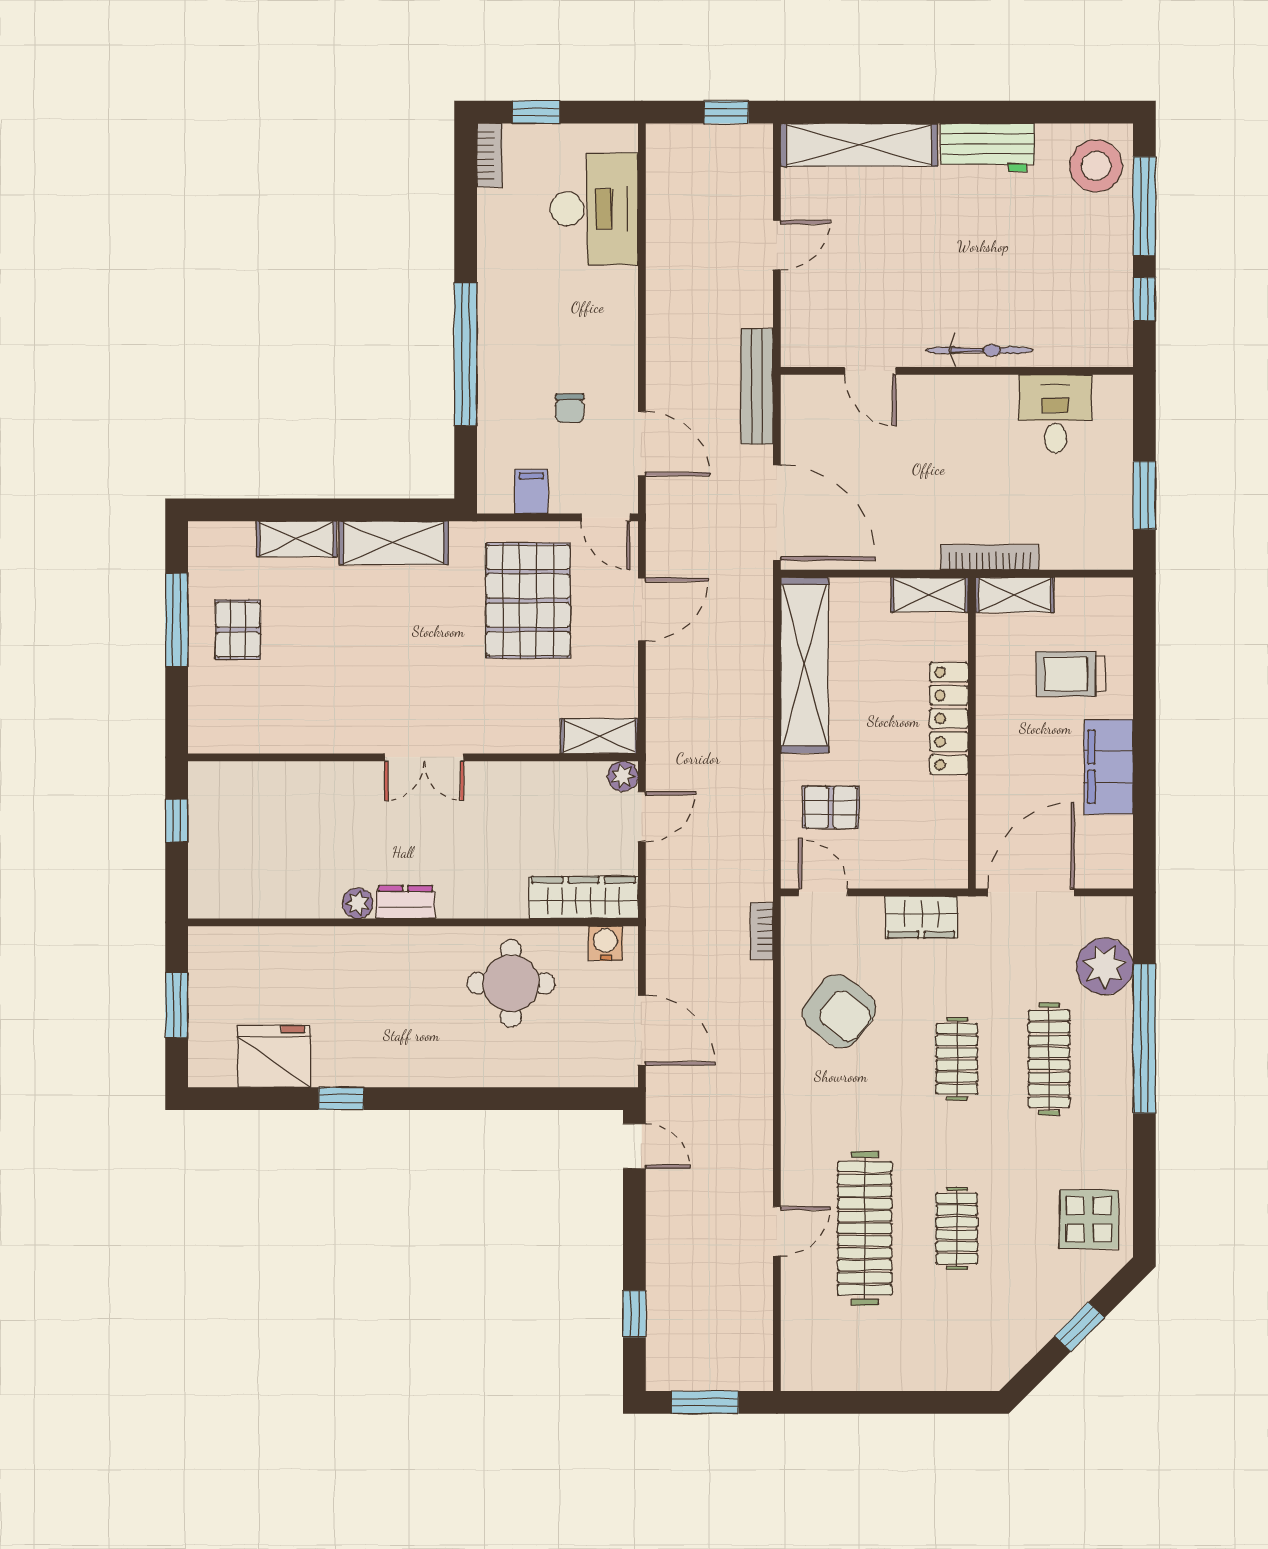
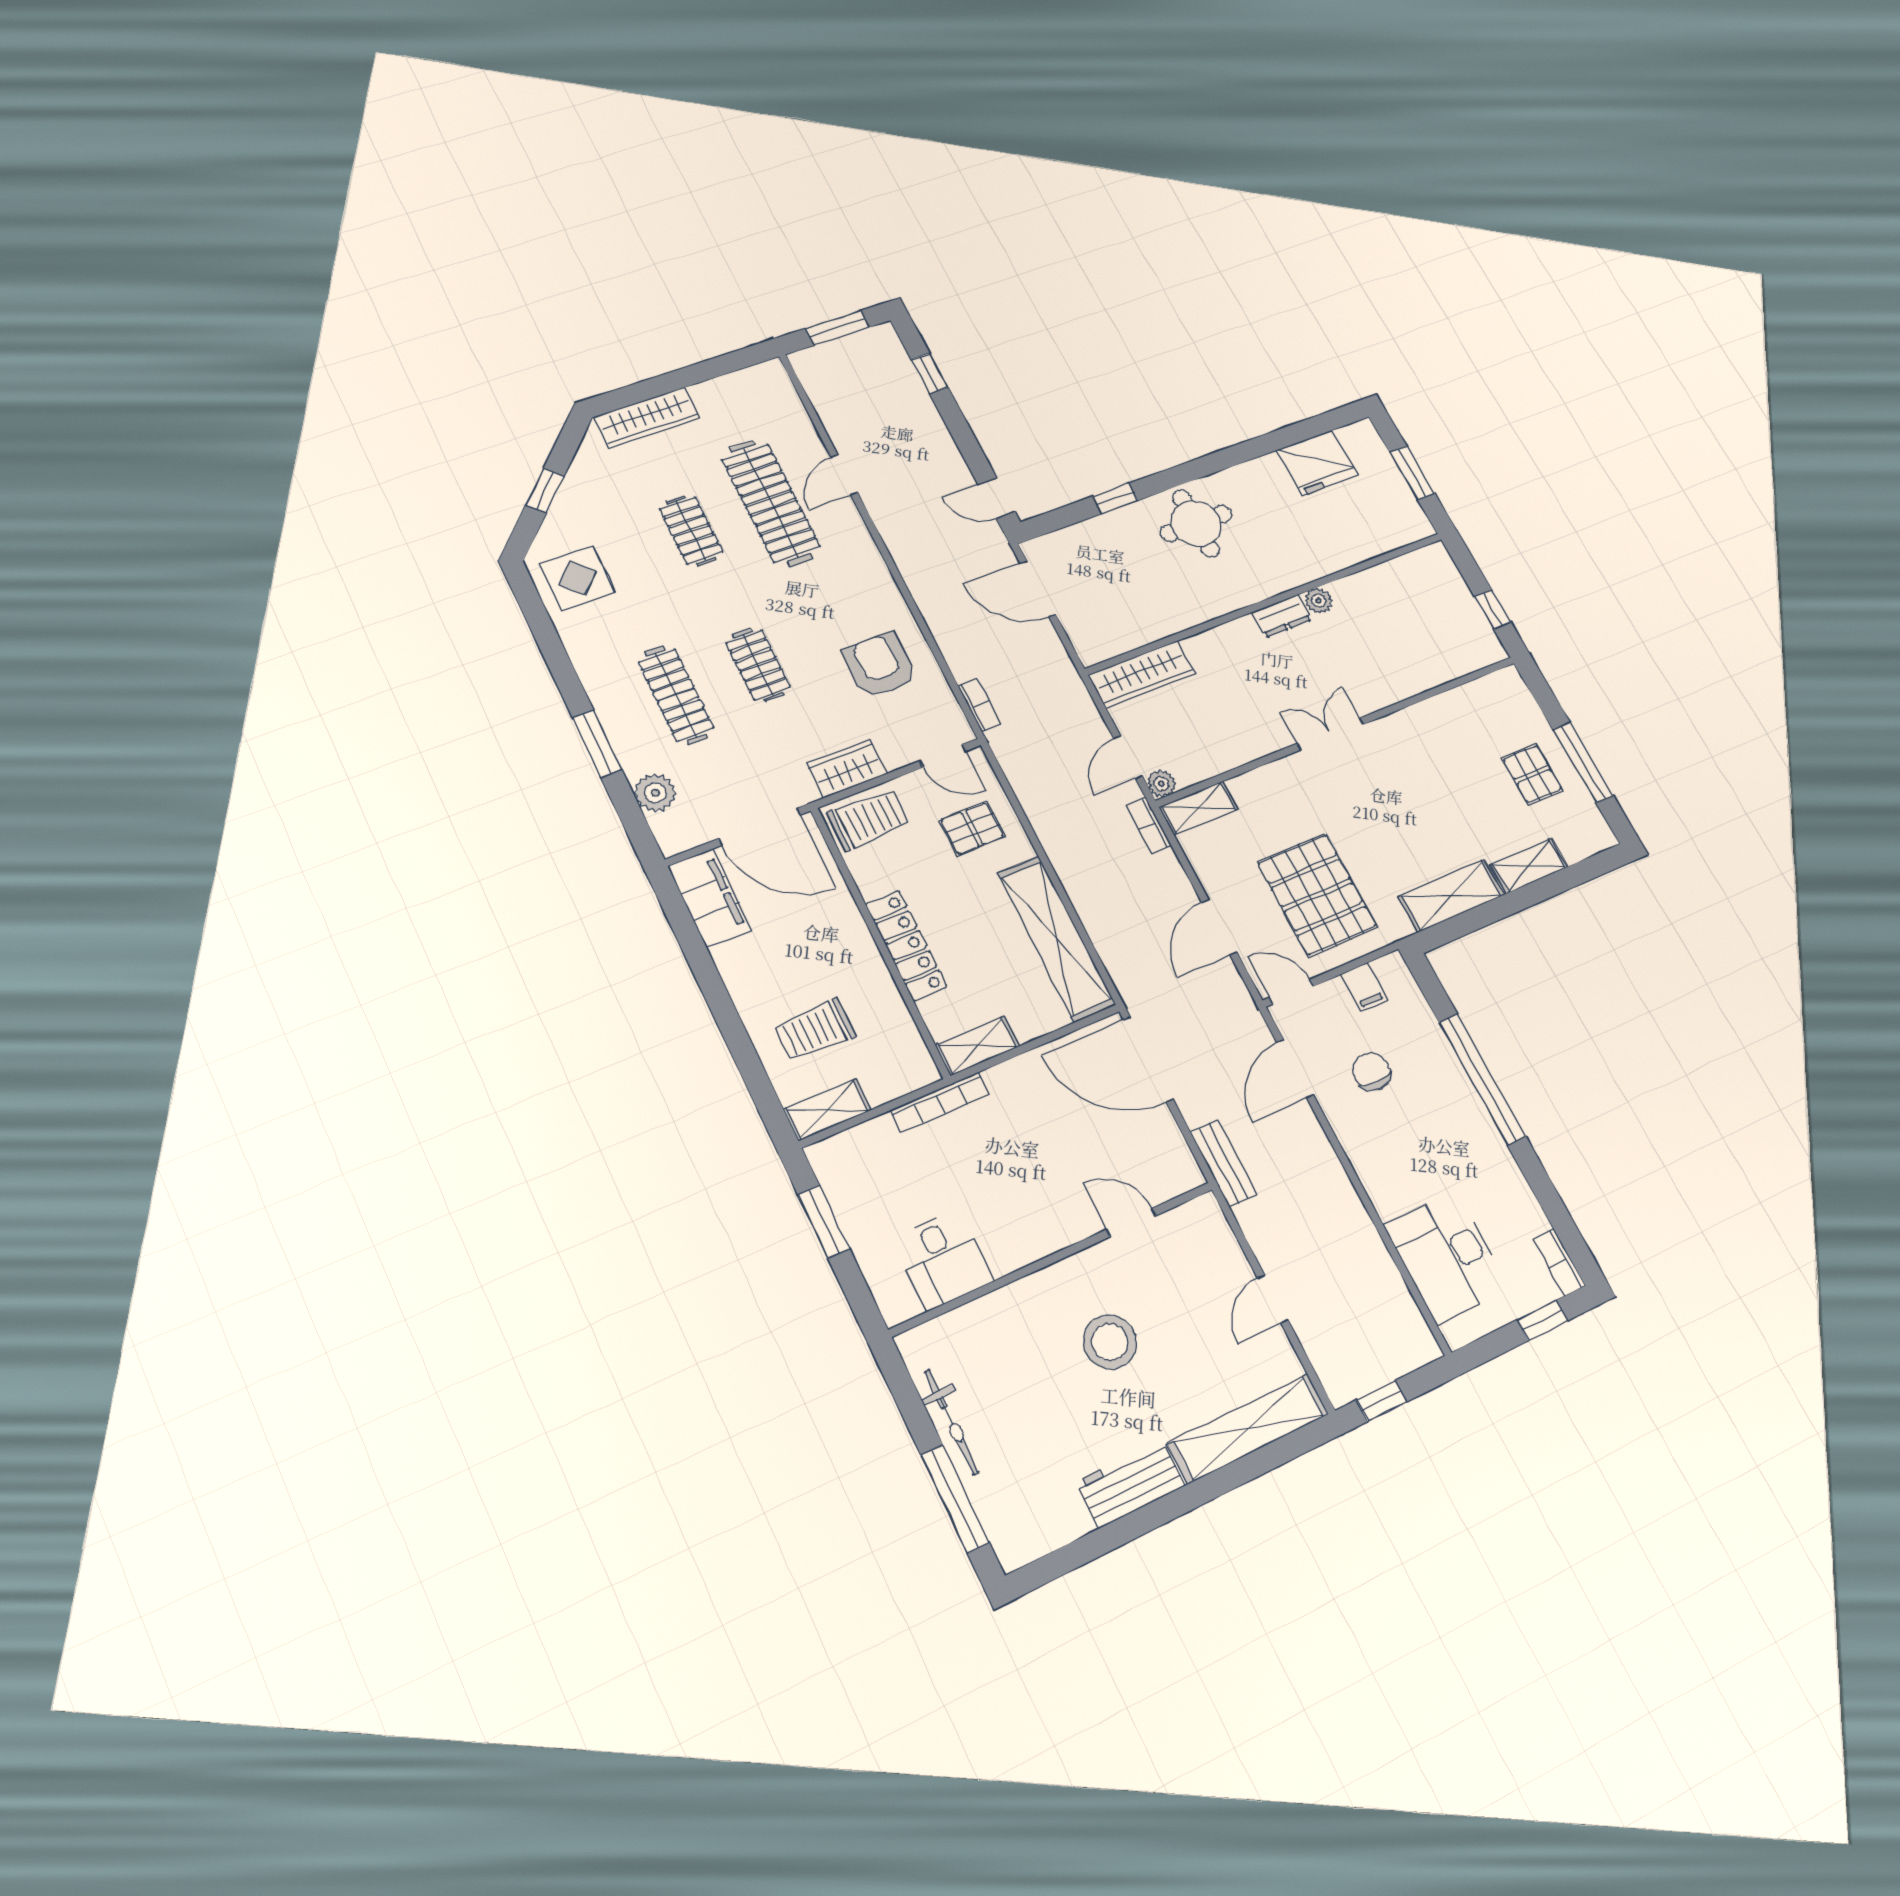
stool: (1096, 166) -> (1110, 1342), moved
window: (1144, 299) -> (912, 1408), removed
bicycle: (979, 350) -> (952, 1422), moved, turned -90
bench: (757, 386) -> (1223, 1163), width x0.73
chair: (570, 408) -> (1372, 1072), width x1.37, depth x1.37
door: (642, 444) -> (1295, 1068), hinge flipped
shelving: (1015, 595) -> (827, 1110), moved
trolley: (1071, 674) -> (815, 1030), turned 180
bookcase: (657, 739) -> (1149, 825), added
filing cabinet: (1109, 767) -> (710, 898), moved
trolley: (925, 857) -> (869, 820), added
door: (1031, 892) -> (759, 827), hinge flipped
water cooler: (605, 943) -> (1104, 645), removed
plant: (1105, 966) -> (655, 793), width x0.73, depth x0.73
round table: (511, 983) -> (1196, 523), moved
armchair: (839, 1011) -> (880, 665), turned 52
window: (1144, 1038) -> (597, 743), width x0.47
window: (341, 1099) -> (1115, 498), moved
wardrobe: (944, 1371) -> (647, 417), added

